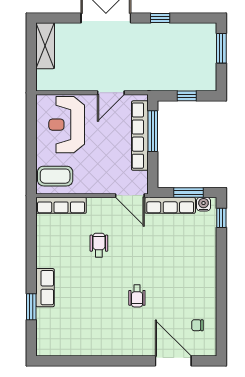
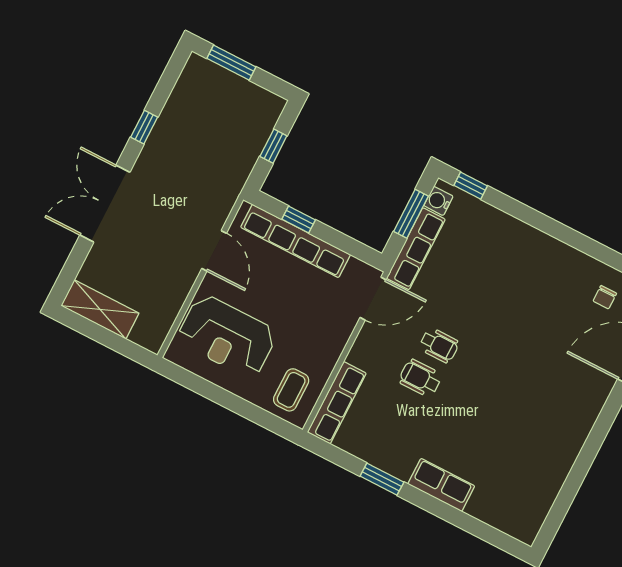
window: (153, 131) -> (299, 220), width x0.46
coffee table: (55, 176) -> (291, 390), width x0.73, depth x0.77
wheelchair: (137, 296) -> (439, 345), moved
window: (31, 307) -> (382, 479), moved

